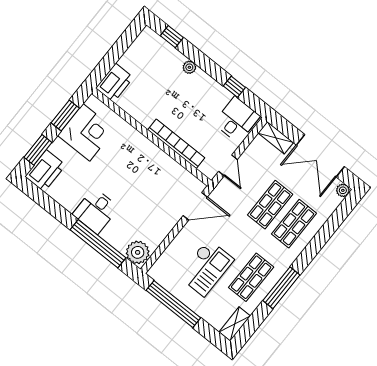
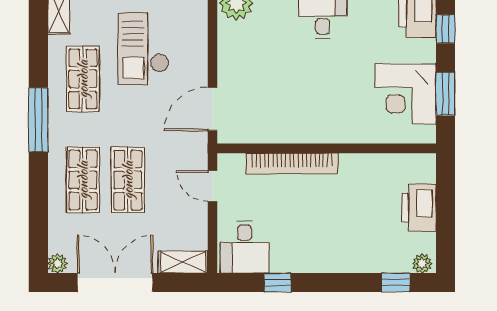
plant: (189, 67) -> (422, 263), moved
printer: (115, 83) -> (419, 208), moved
window: (38, 150) -> (445, 29), width x0.67
window: (281, 288) -> (38, 120), moved

